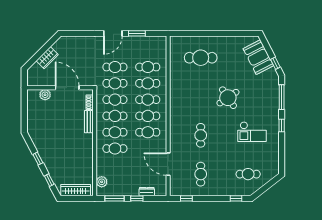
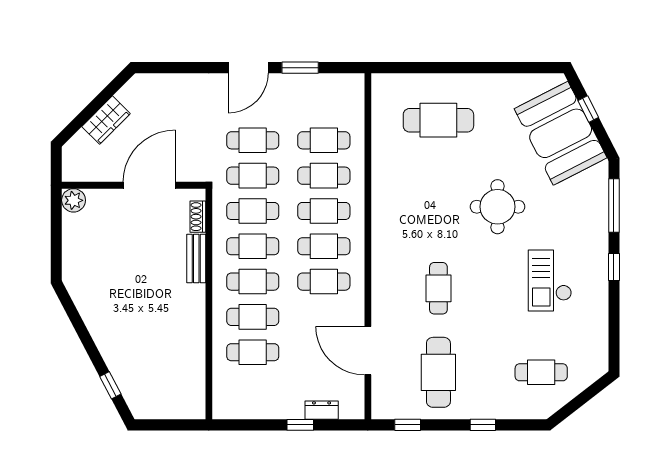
booth: (258, 57) -> (561, 133), width x1.36, depth x1.42
window: (275, 63) -> (588, 109), moved
door: (67, 88) -> (149, 185), hinge flipped
plant: (45, 95) -> (74, 200), moved
round table: (228, 98) -> (497, 207), turned 34
checkout: (252, 132) -> (550, 280), turned 90
window: (38, 159) -> (86, 339), removed
cafe table: (115, 165) -> (253, 352), added
cafe table: (201, 174) -> (438, 372), width x1.37, depth x1.35
plant: (102, 182) -> (224, 389), removed
wardrobe: (76, 190) -> (168, 407), removed
window: (114, 198) -> (252, 425), removed
window: (236, 198) -> (483, 425), moved

